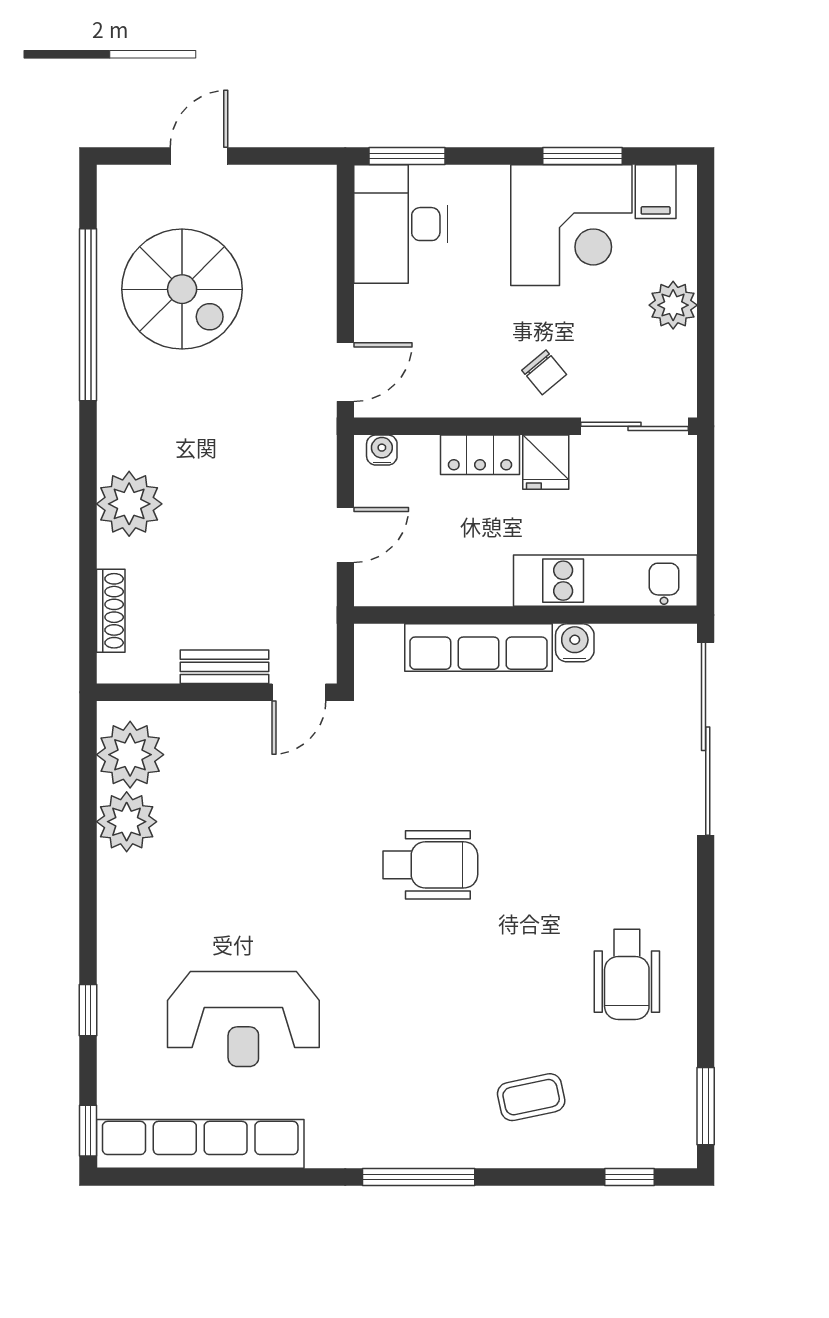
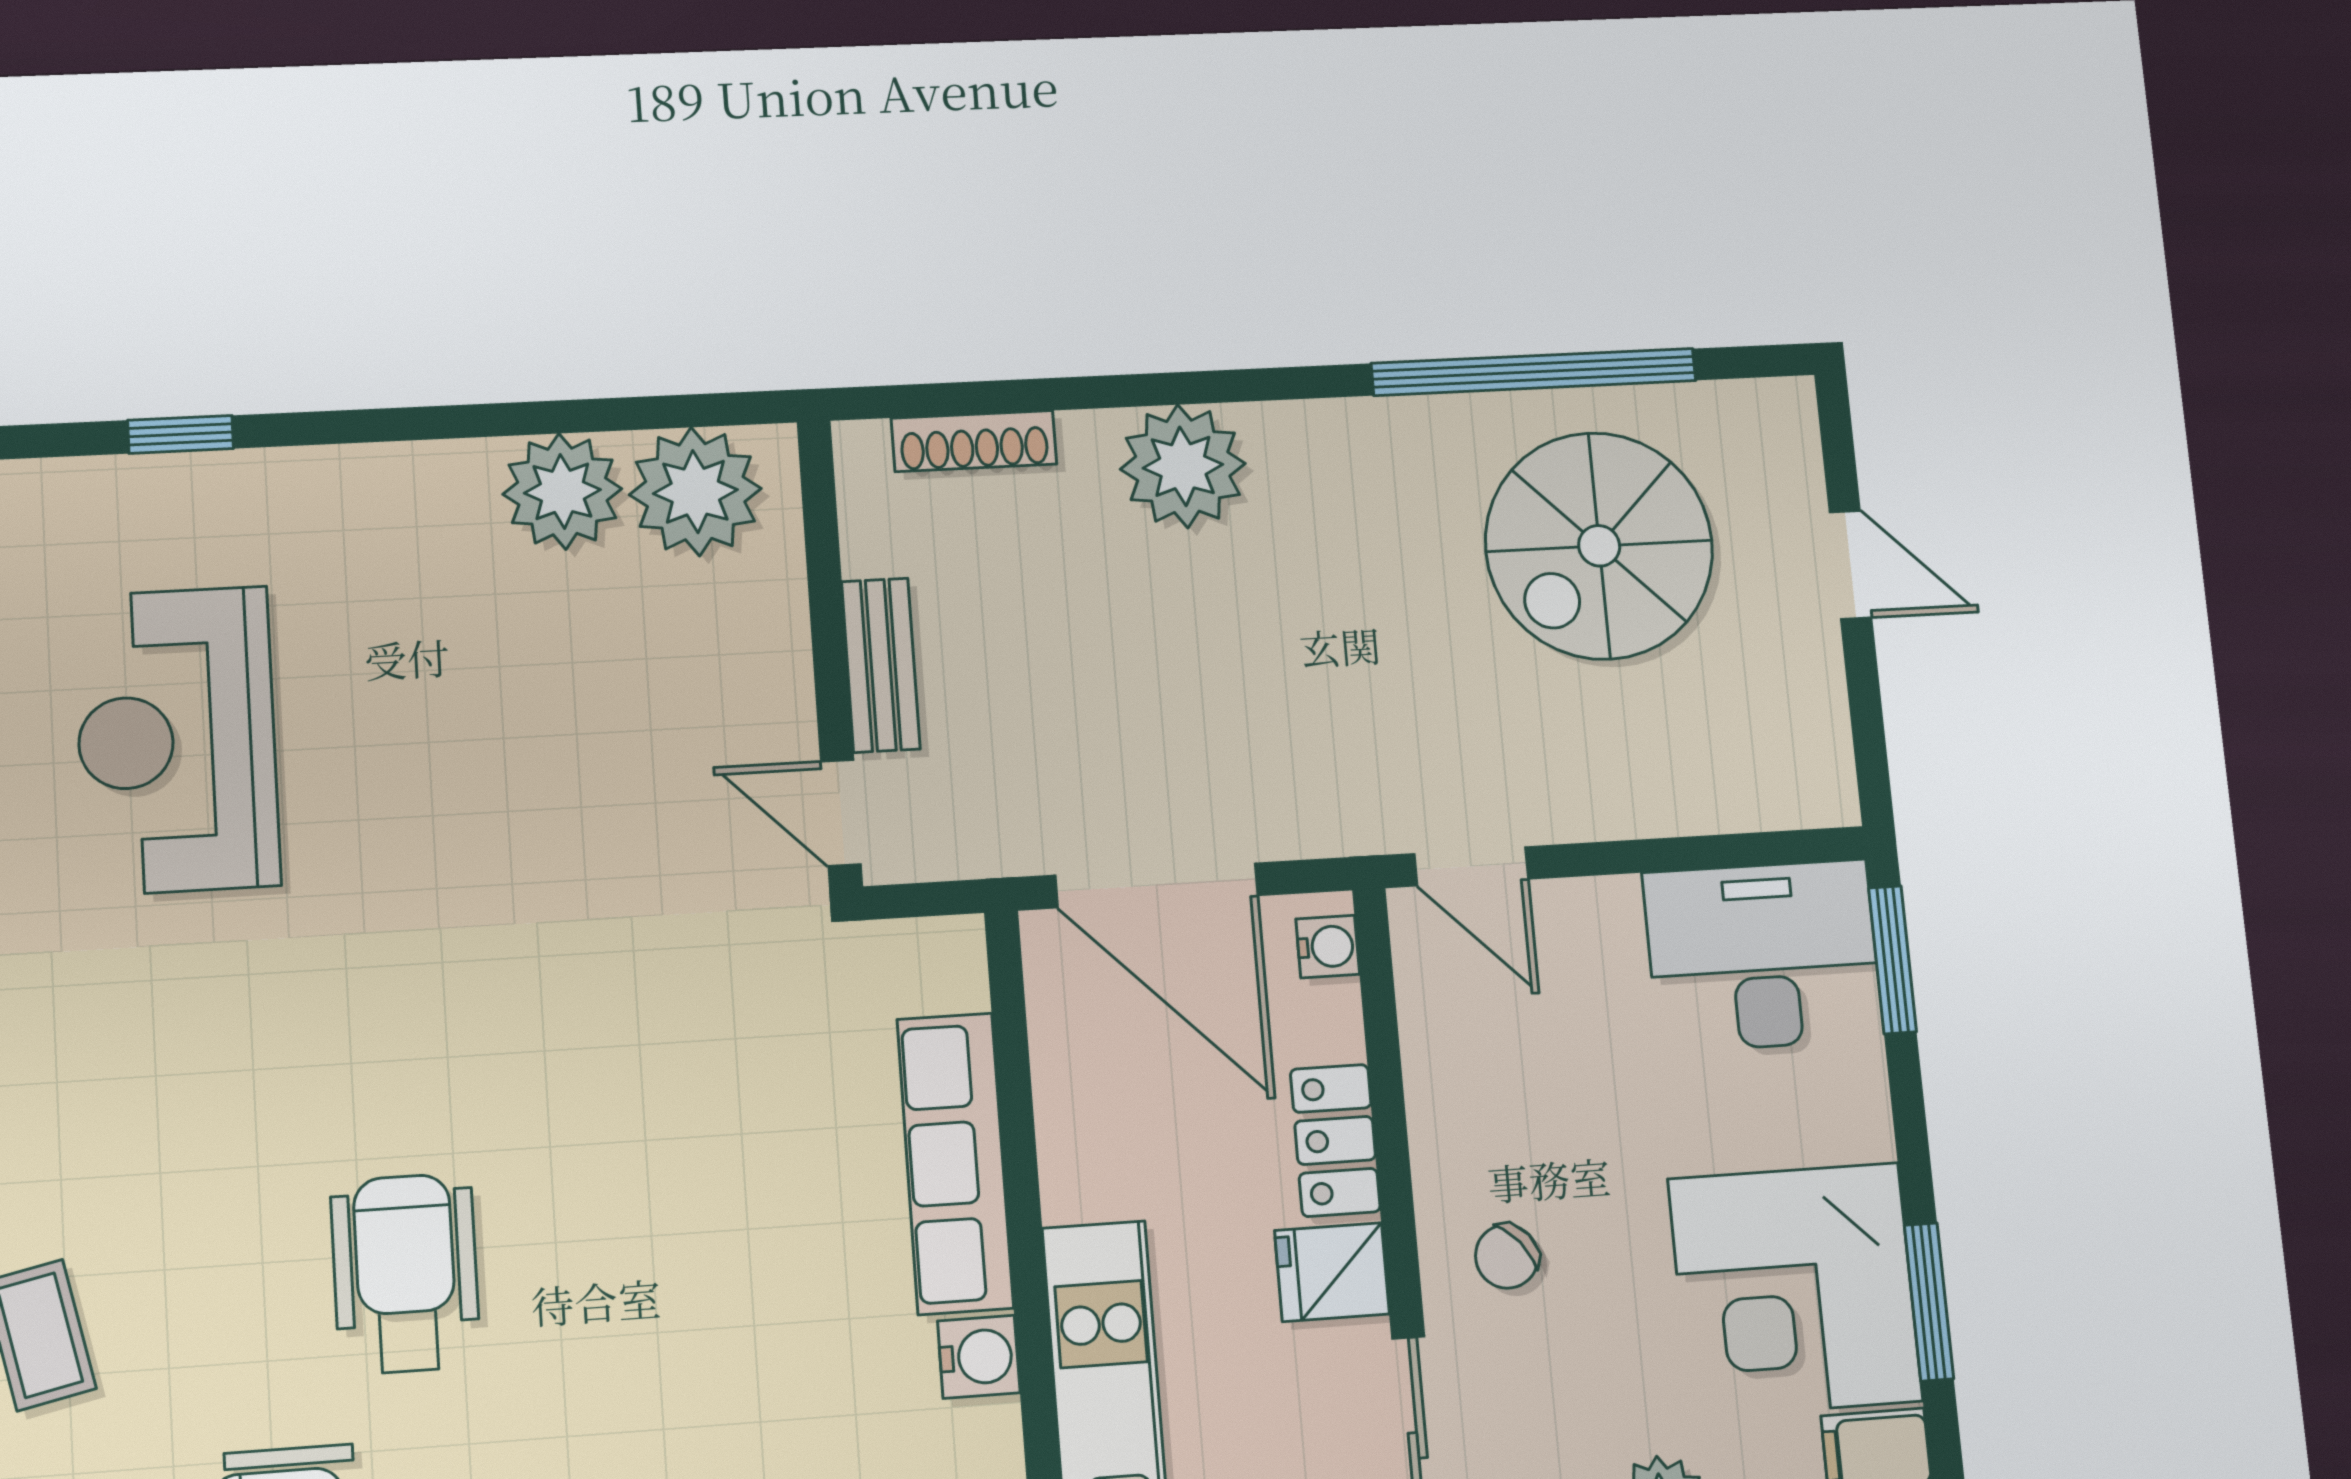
door: (345, 535) -> (1157, 885), width x1.88
wheelchair: (430, 865) -> (405, 1273), moved, turned 180

